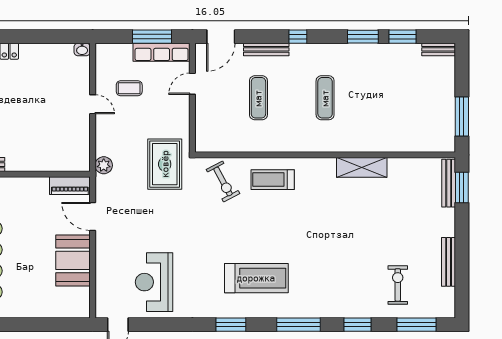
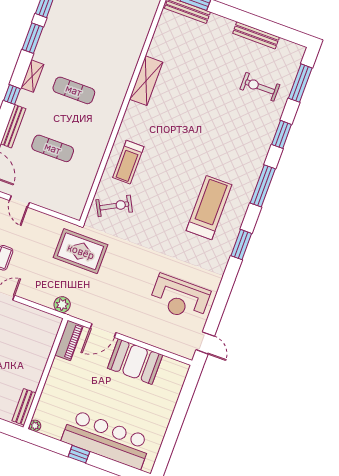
shelving: (324, 50) -> (32, 76), added

